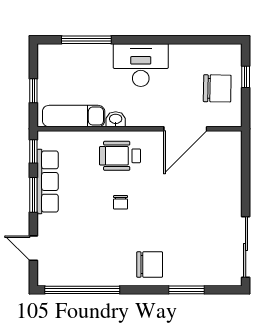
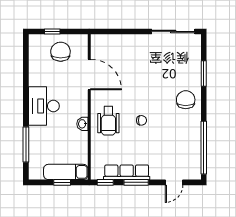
exam couch: (74, 116) -> (66, 172), moved, turned 90

